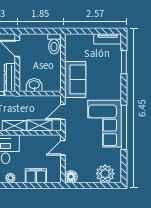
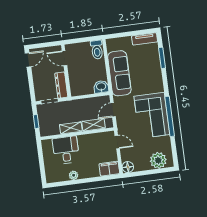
sofa: (75, 79) -> (119, 73), width x1.36
washbasin: (34, 85) -> (101, 87), moved
door: (63, 148) -> (117, 142), swing flipped
filing cabinet: (36, 176) -> (109, 169), moved

